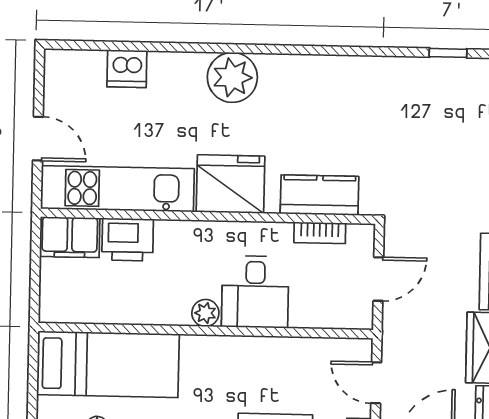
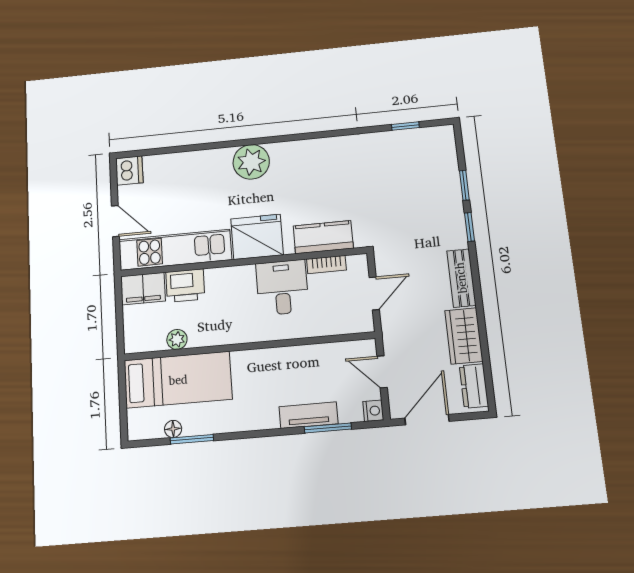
dishwasher: (127, 69) -> (129, 170), moved, turned -90
desk: (255, 292) -> (282, 287), moved, turned 180
plant: (205, 313) -> (177, 339), moved

